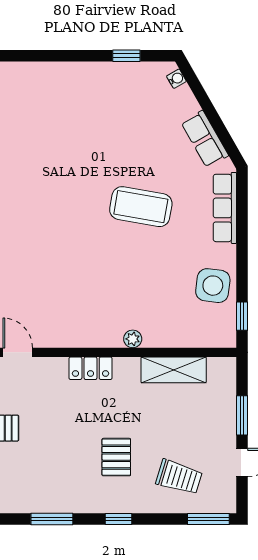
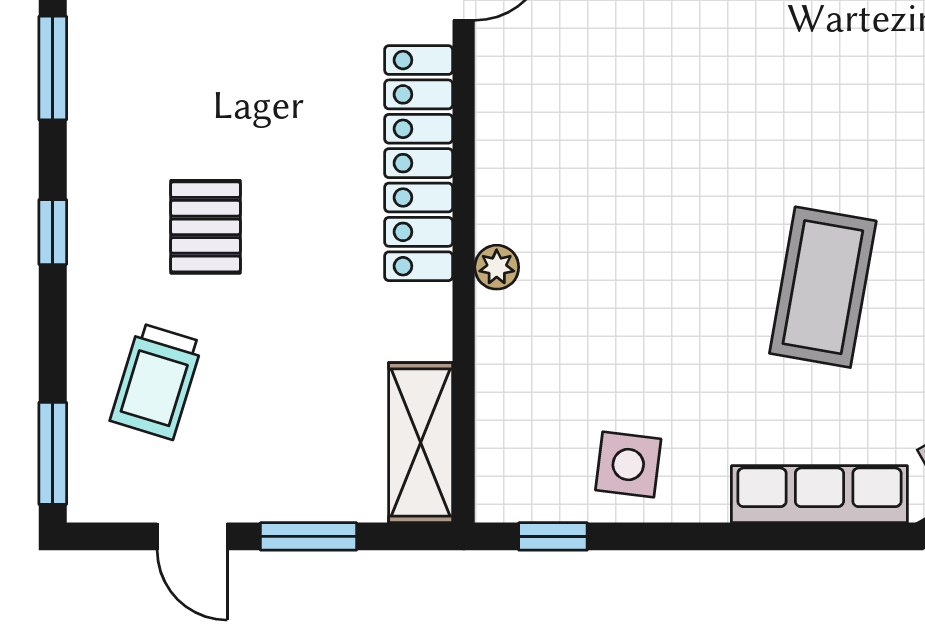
side table: (213, 286) -> (628, 465), width x0.73, depth x0.73
locker: (91, 368) -> (419, 163), width x2.16, depth x1.21
shelving: (174, 370) -> (421, 443), moved
pallet: (116, 457) -> (206, 227), turned 90

